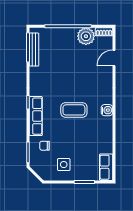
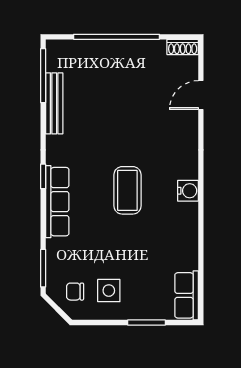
plant: (86, 36) -> (149, 55), removed
bench: (34, 50) -> (54, 103), moved
coffee table: (74, 110) -> (127, 190), turned 90
chair: (45, 146) -> (75, 292), moved

